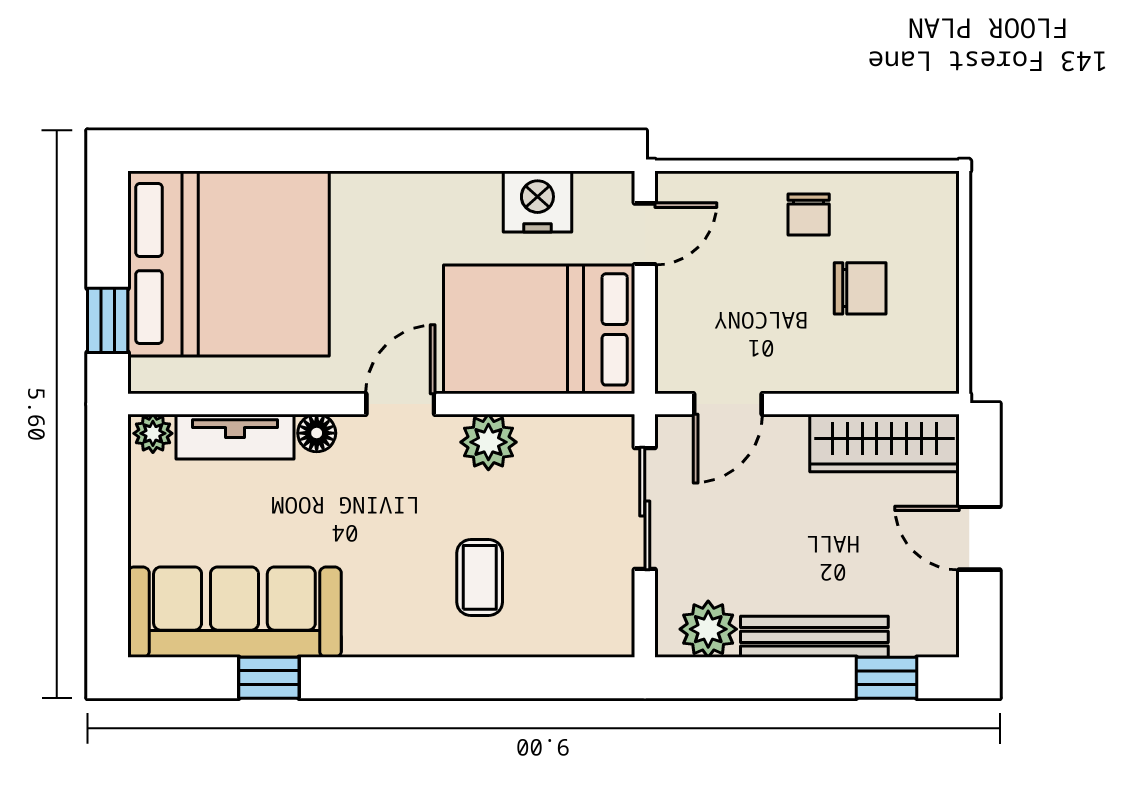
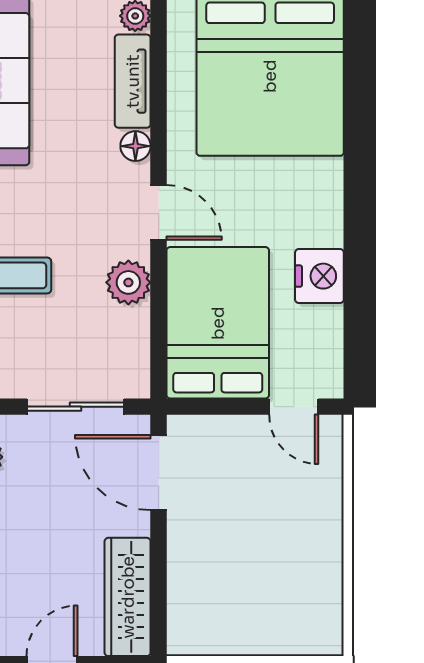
nightstand: (537, 201) -> (319, 276), moved
chair: (809, 214) -> (309, 537), removed
chair: (860, 288) -> (250, 578), removed
door: (728, 404) -> (159, 473), width x1.38

